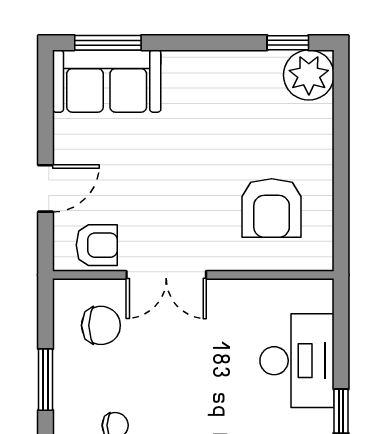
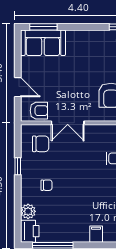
door: (45, 188) -> (18, 87), hinge flipped
window: (45, 380) -> (18, 166), width x0.67

